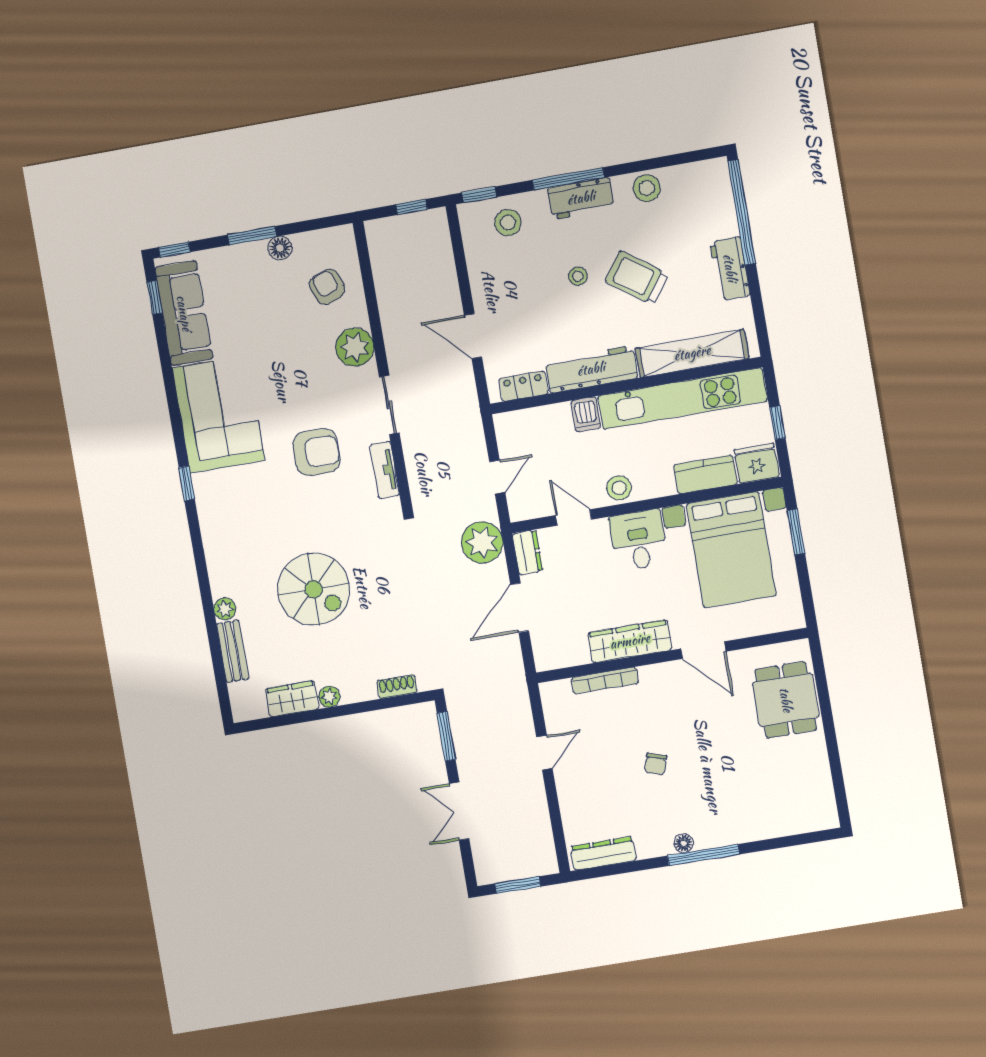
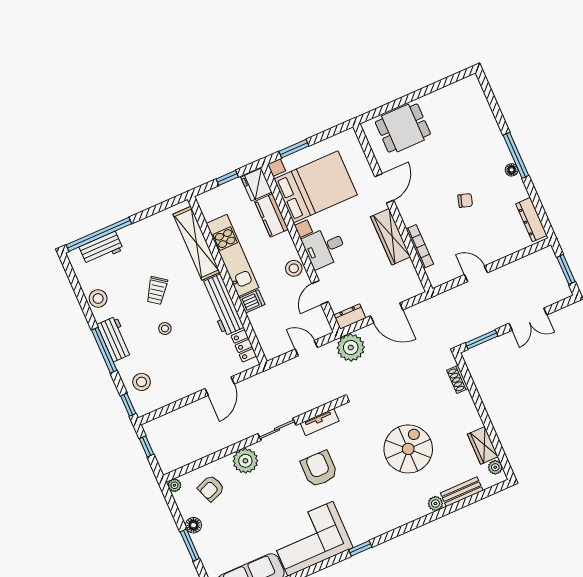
plant: (345, 234) -> (174, 485), added
workbench: (730, 268) -> (101, 248), moved
trolley: (637, 278) -> (157, 291), width x0.73, depth x0.72
kitchen unit: (682, 399) -> (233, 256), width x0.73
plant: (329, 697) -> (495, 467), moved

